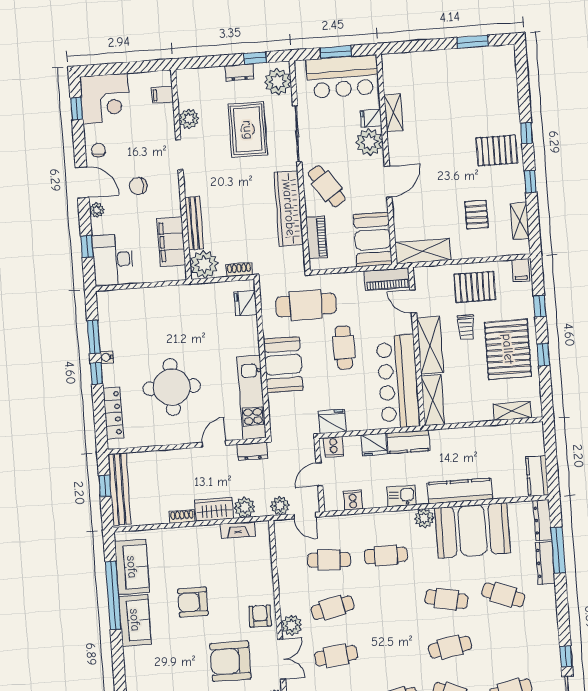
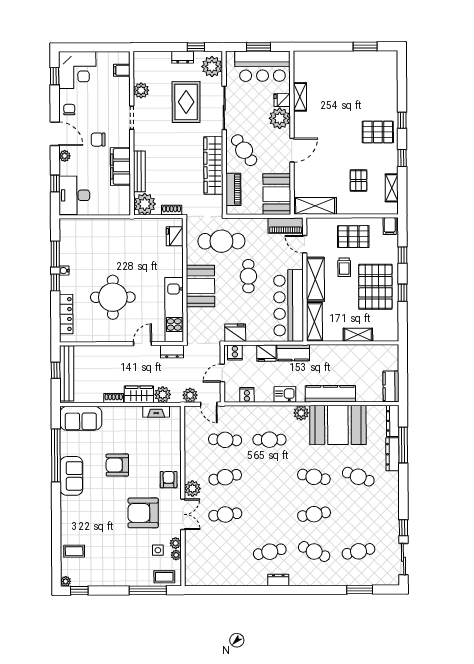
filing cabinet: (171, 242) -> (120, 166), moved
shelving: (512, 411) -> (358, 335), moved
sofa: (132, 567) -> (81, 418), moved, turned 90

